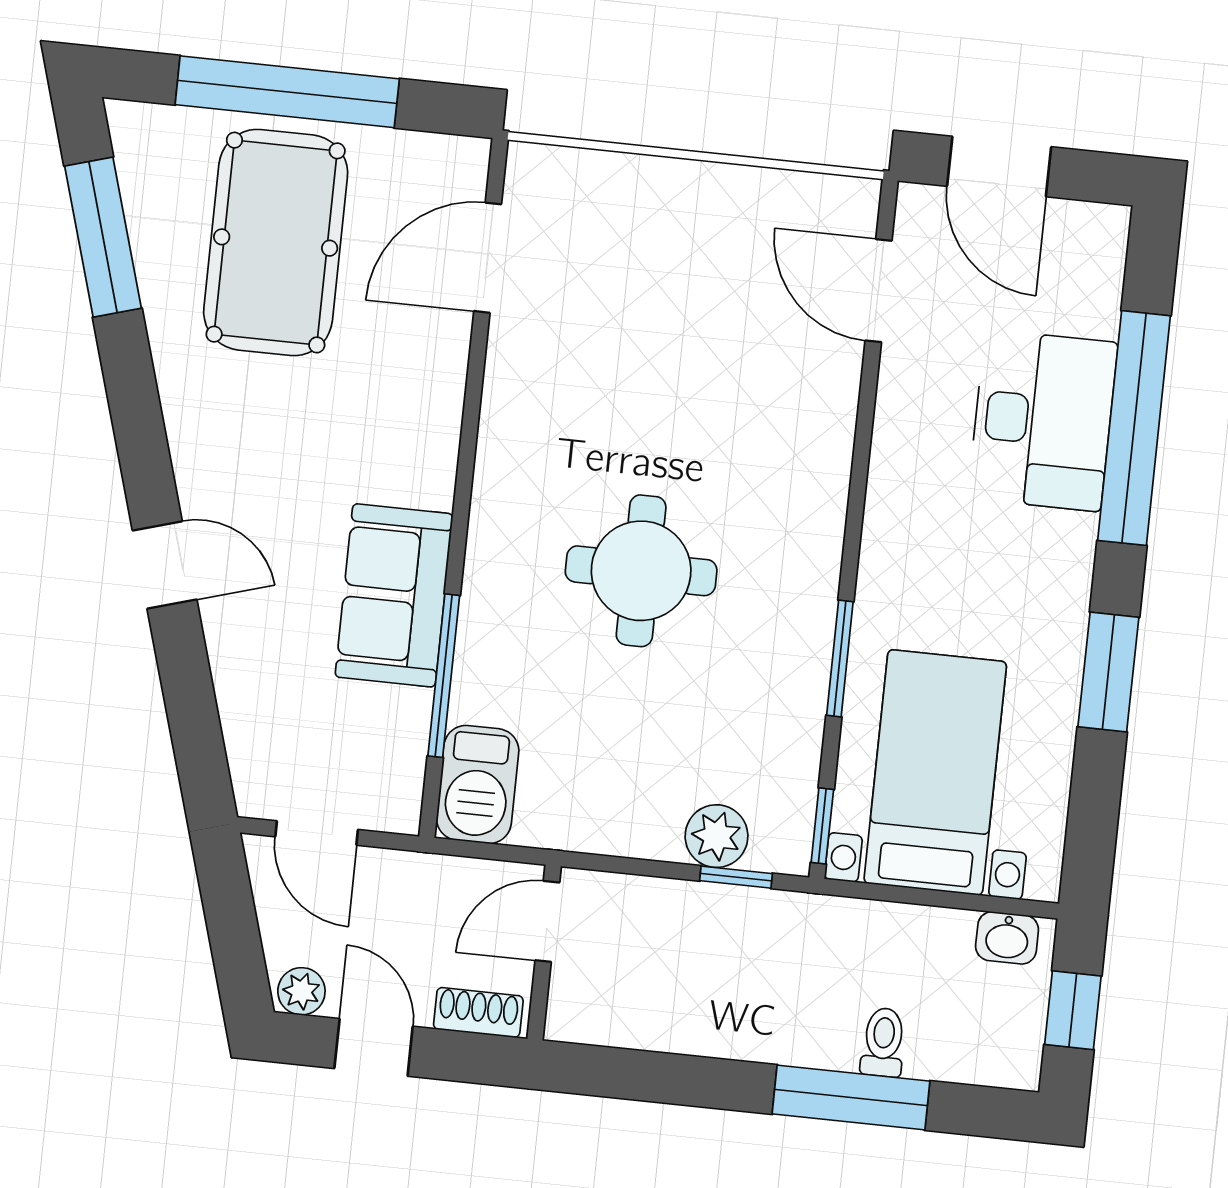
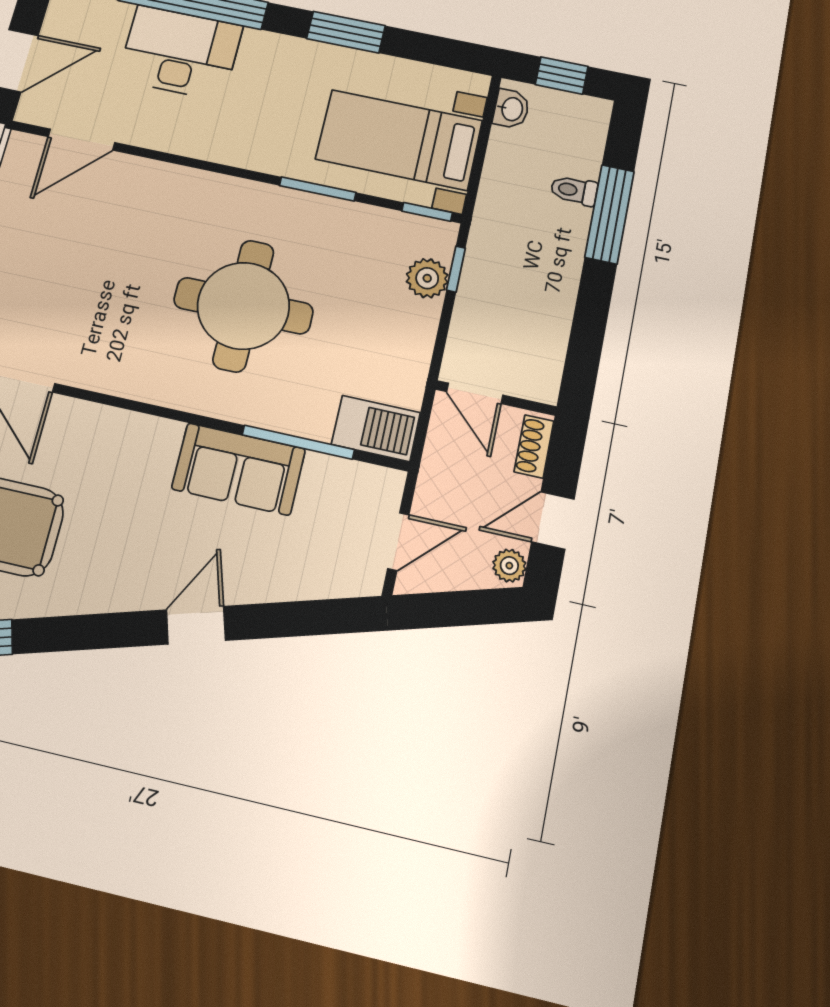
round table: (641, 571) -> (243, 306), width x1.36, depth x1.36

